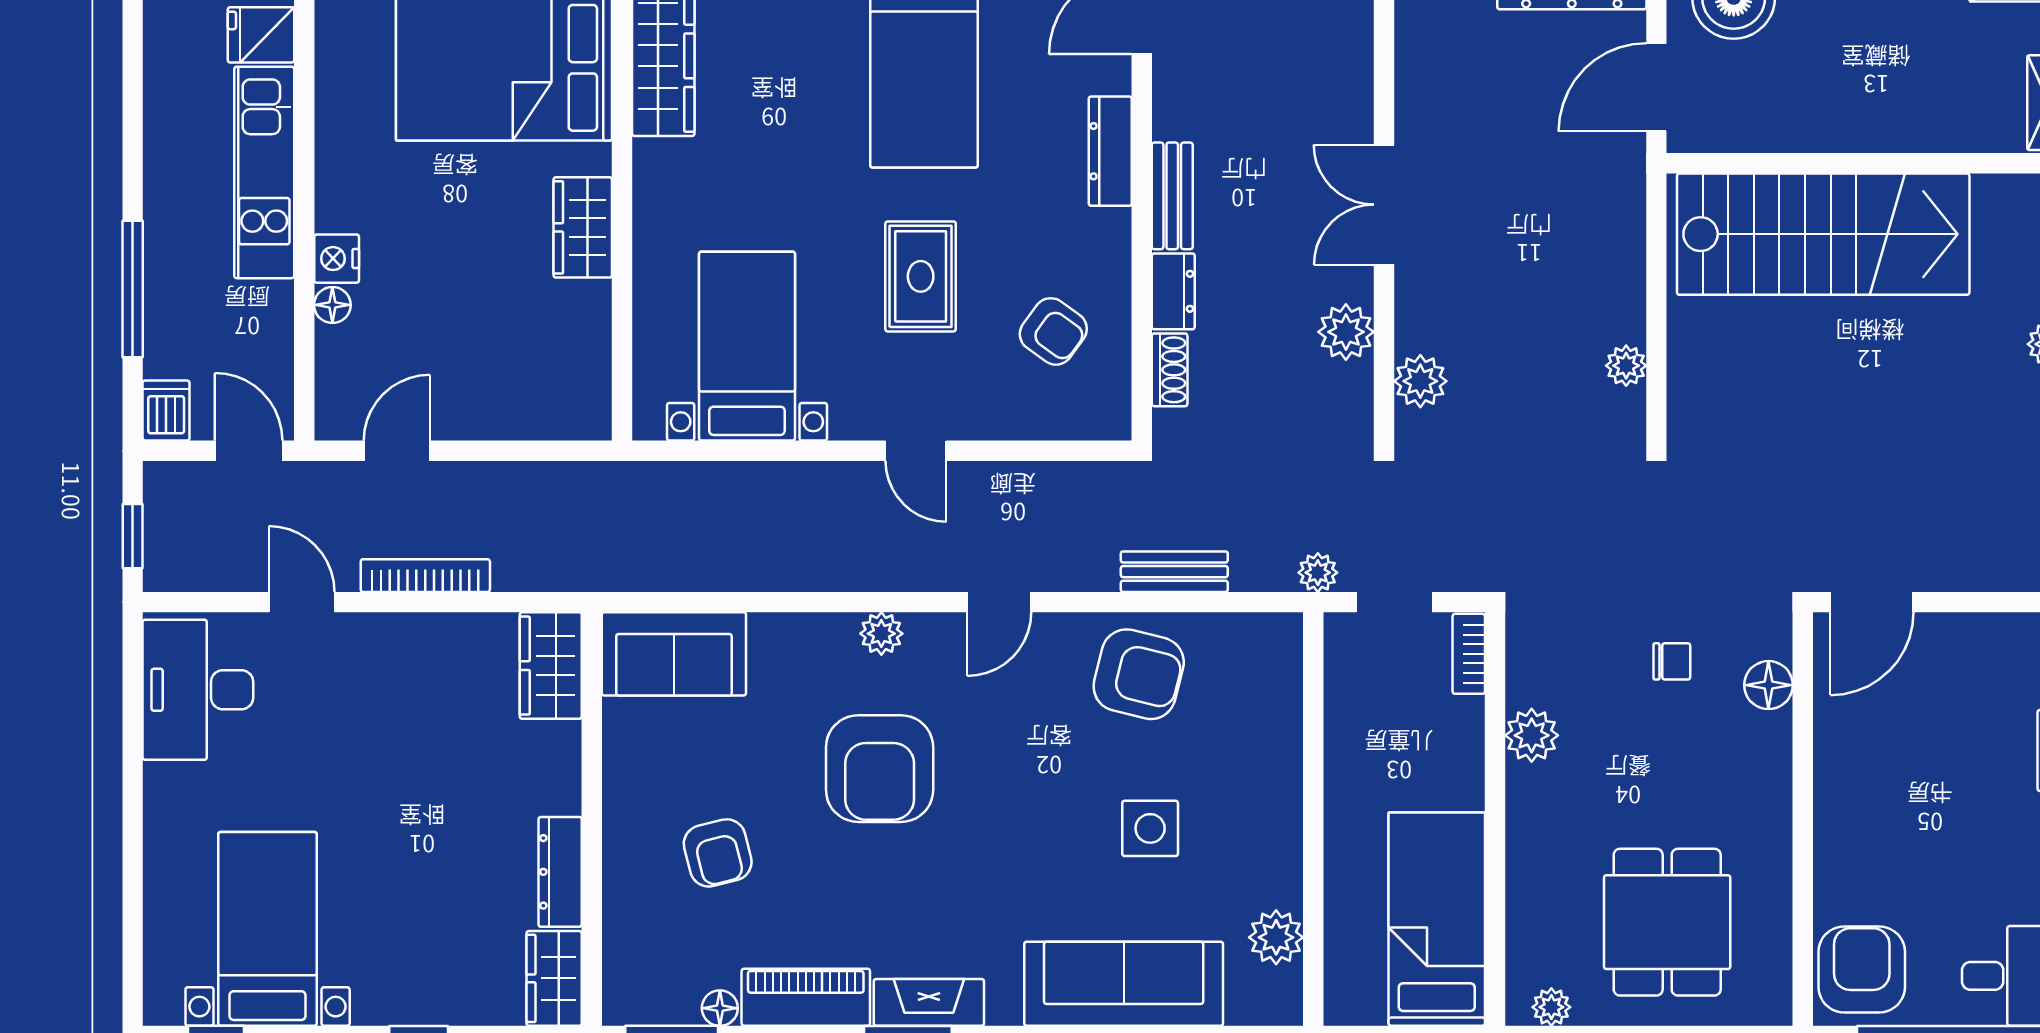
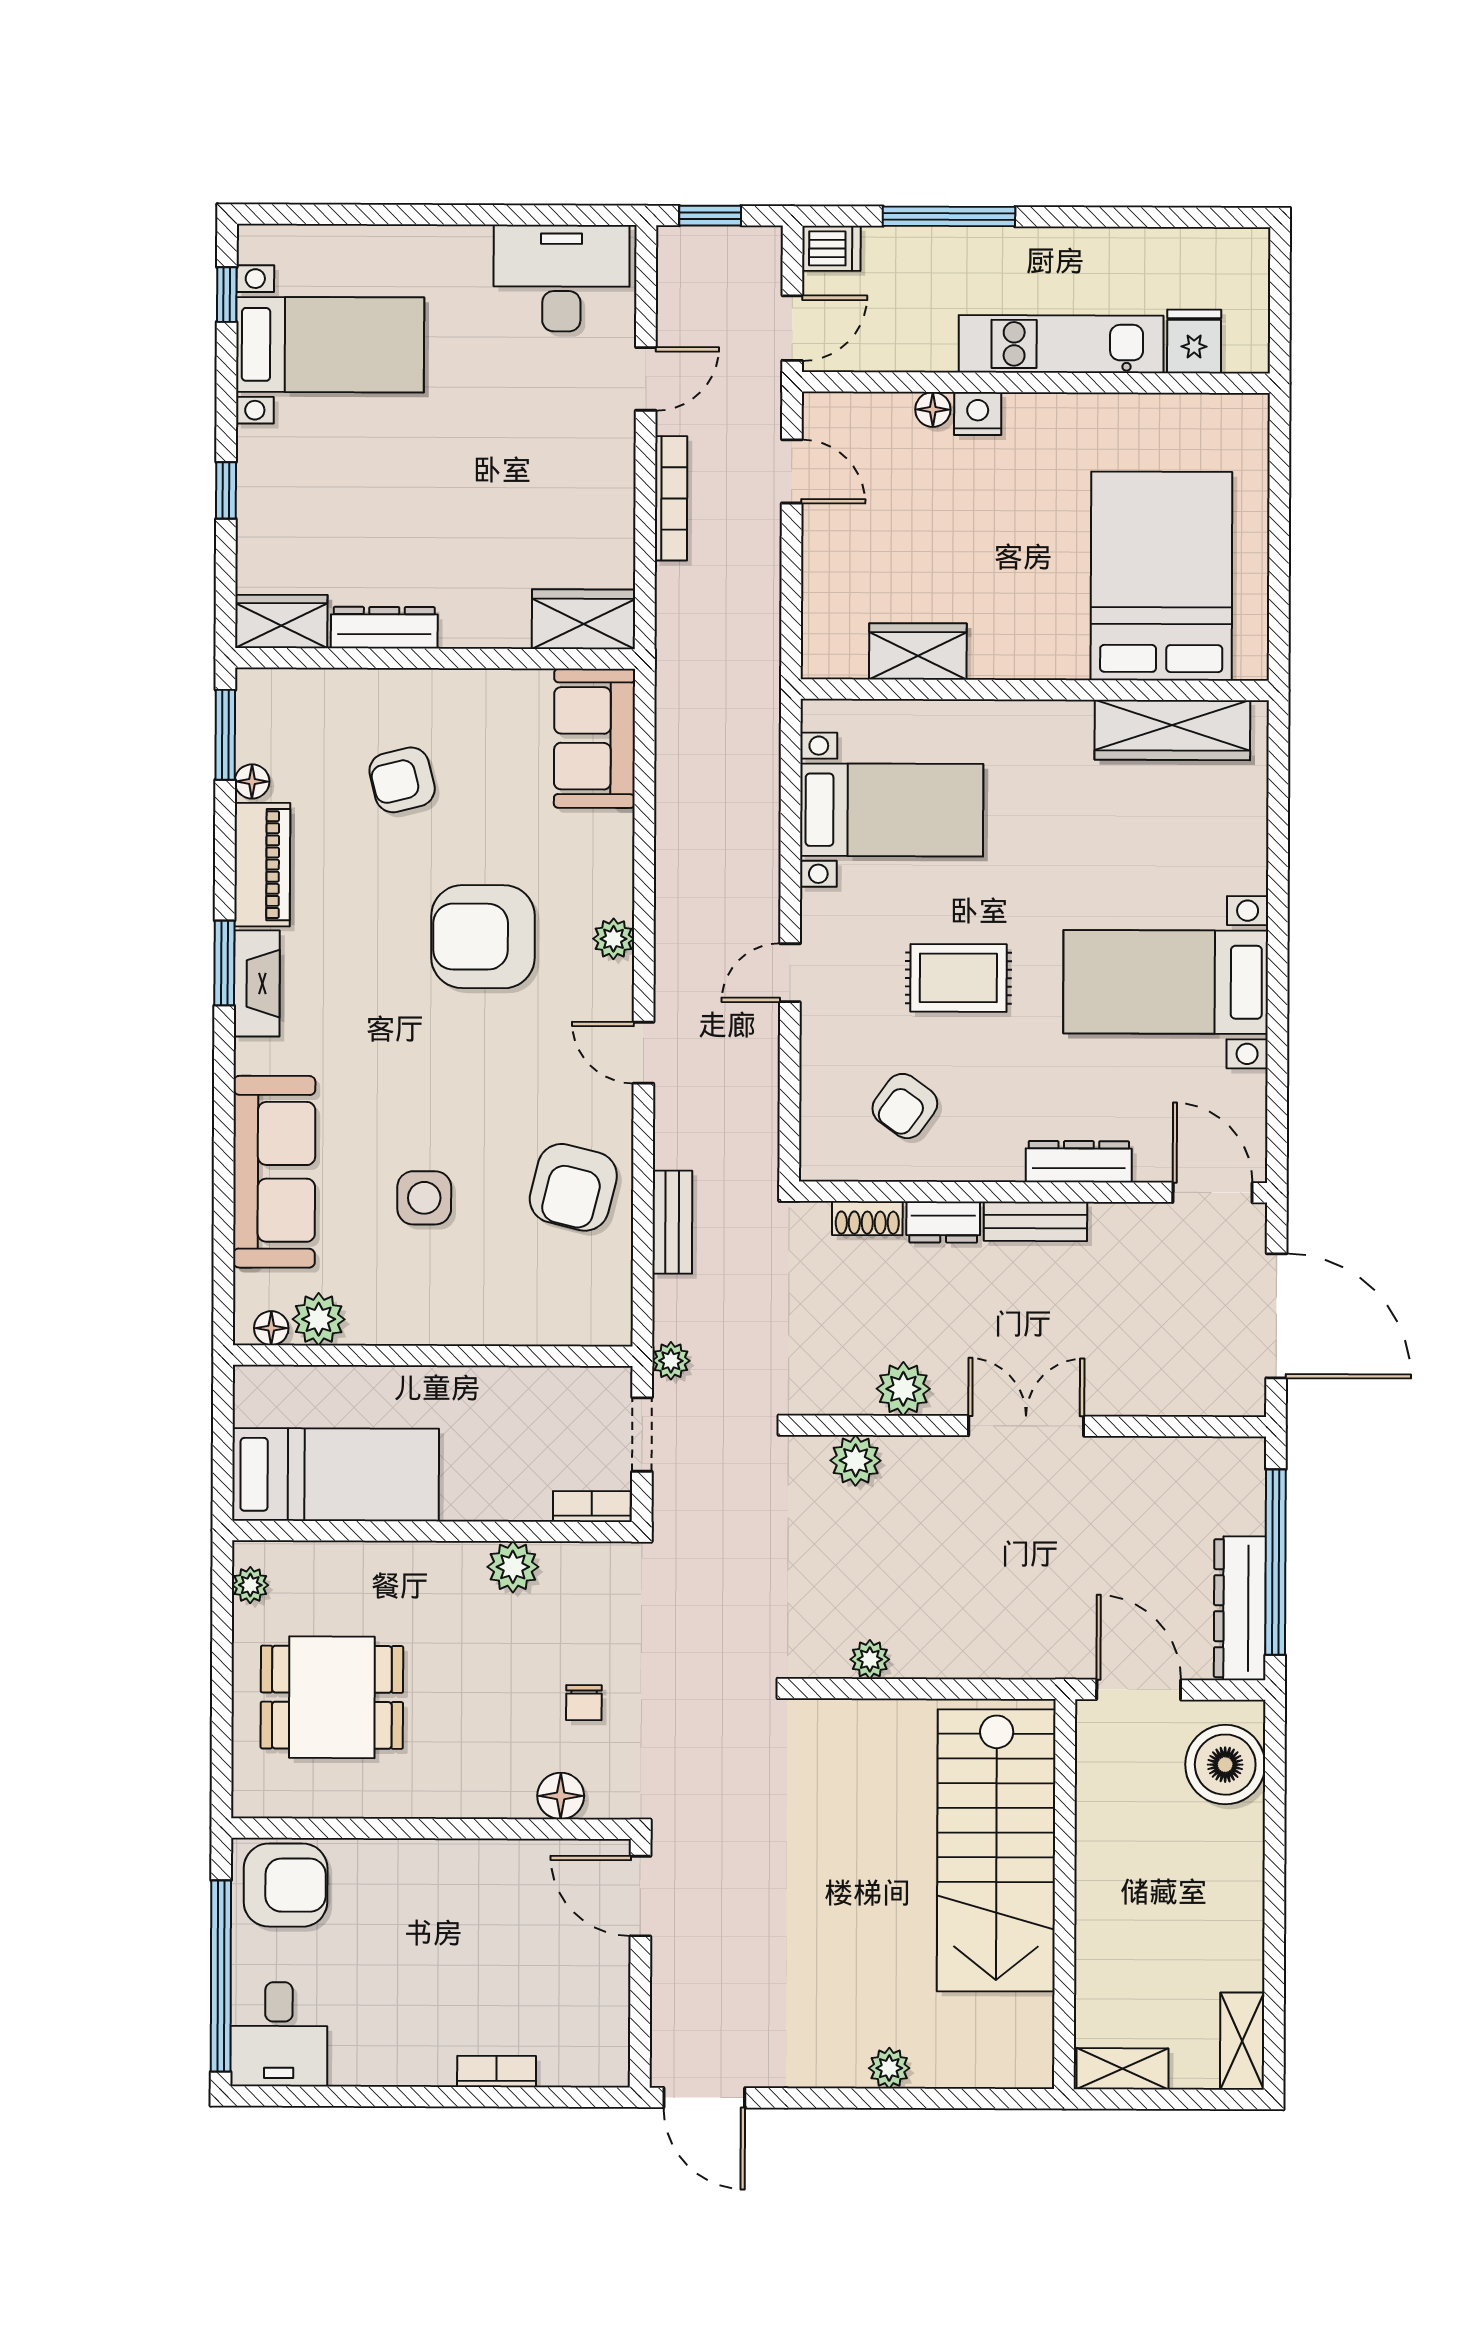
wardrobe: (583, 227) -> (918, 651), moved
floor lamp: (1285, 986) -> (271, 1328), added

